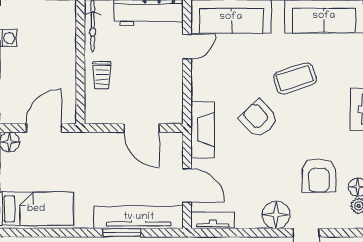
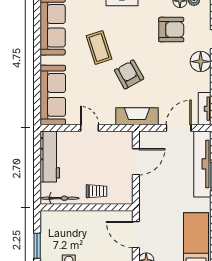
door: (187, 47) -> (90, 128), moved
armchair: (259, 119) -> (129, 74), turned 105

